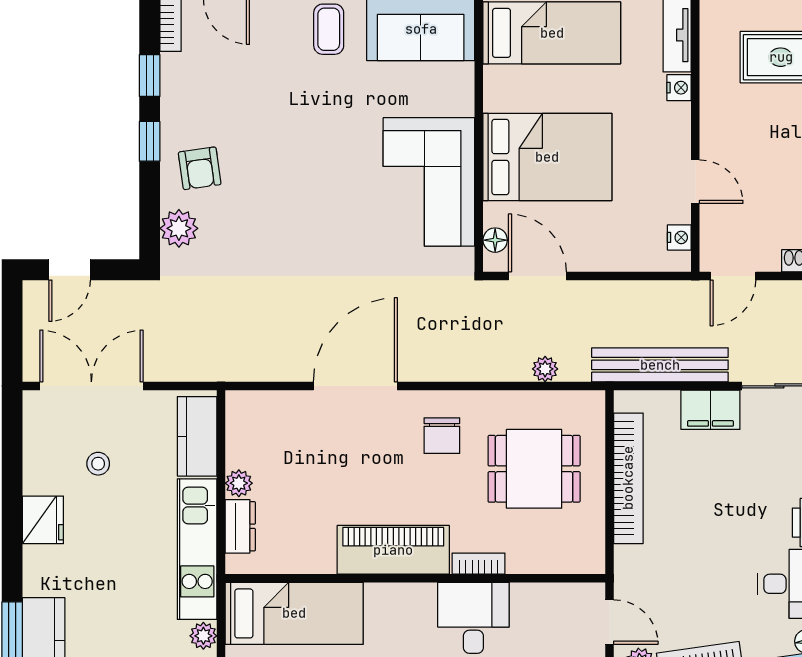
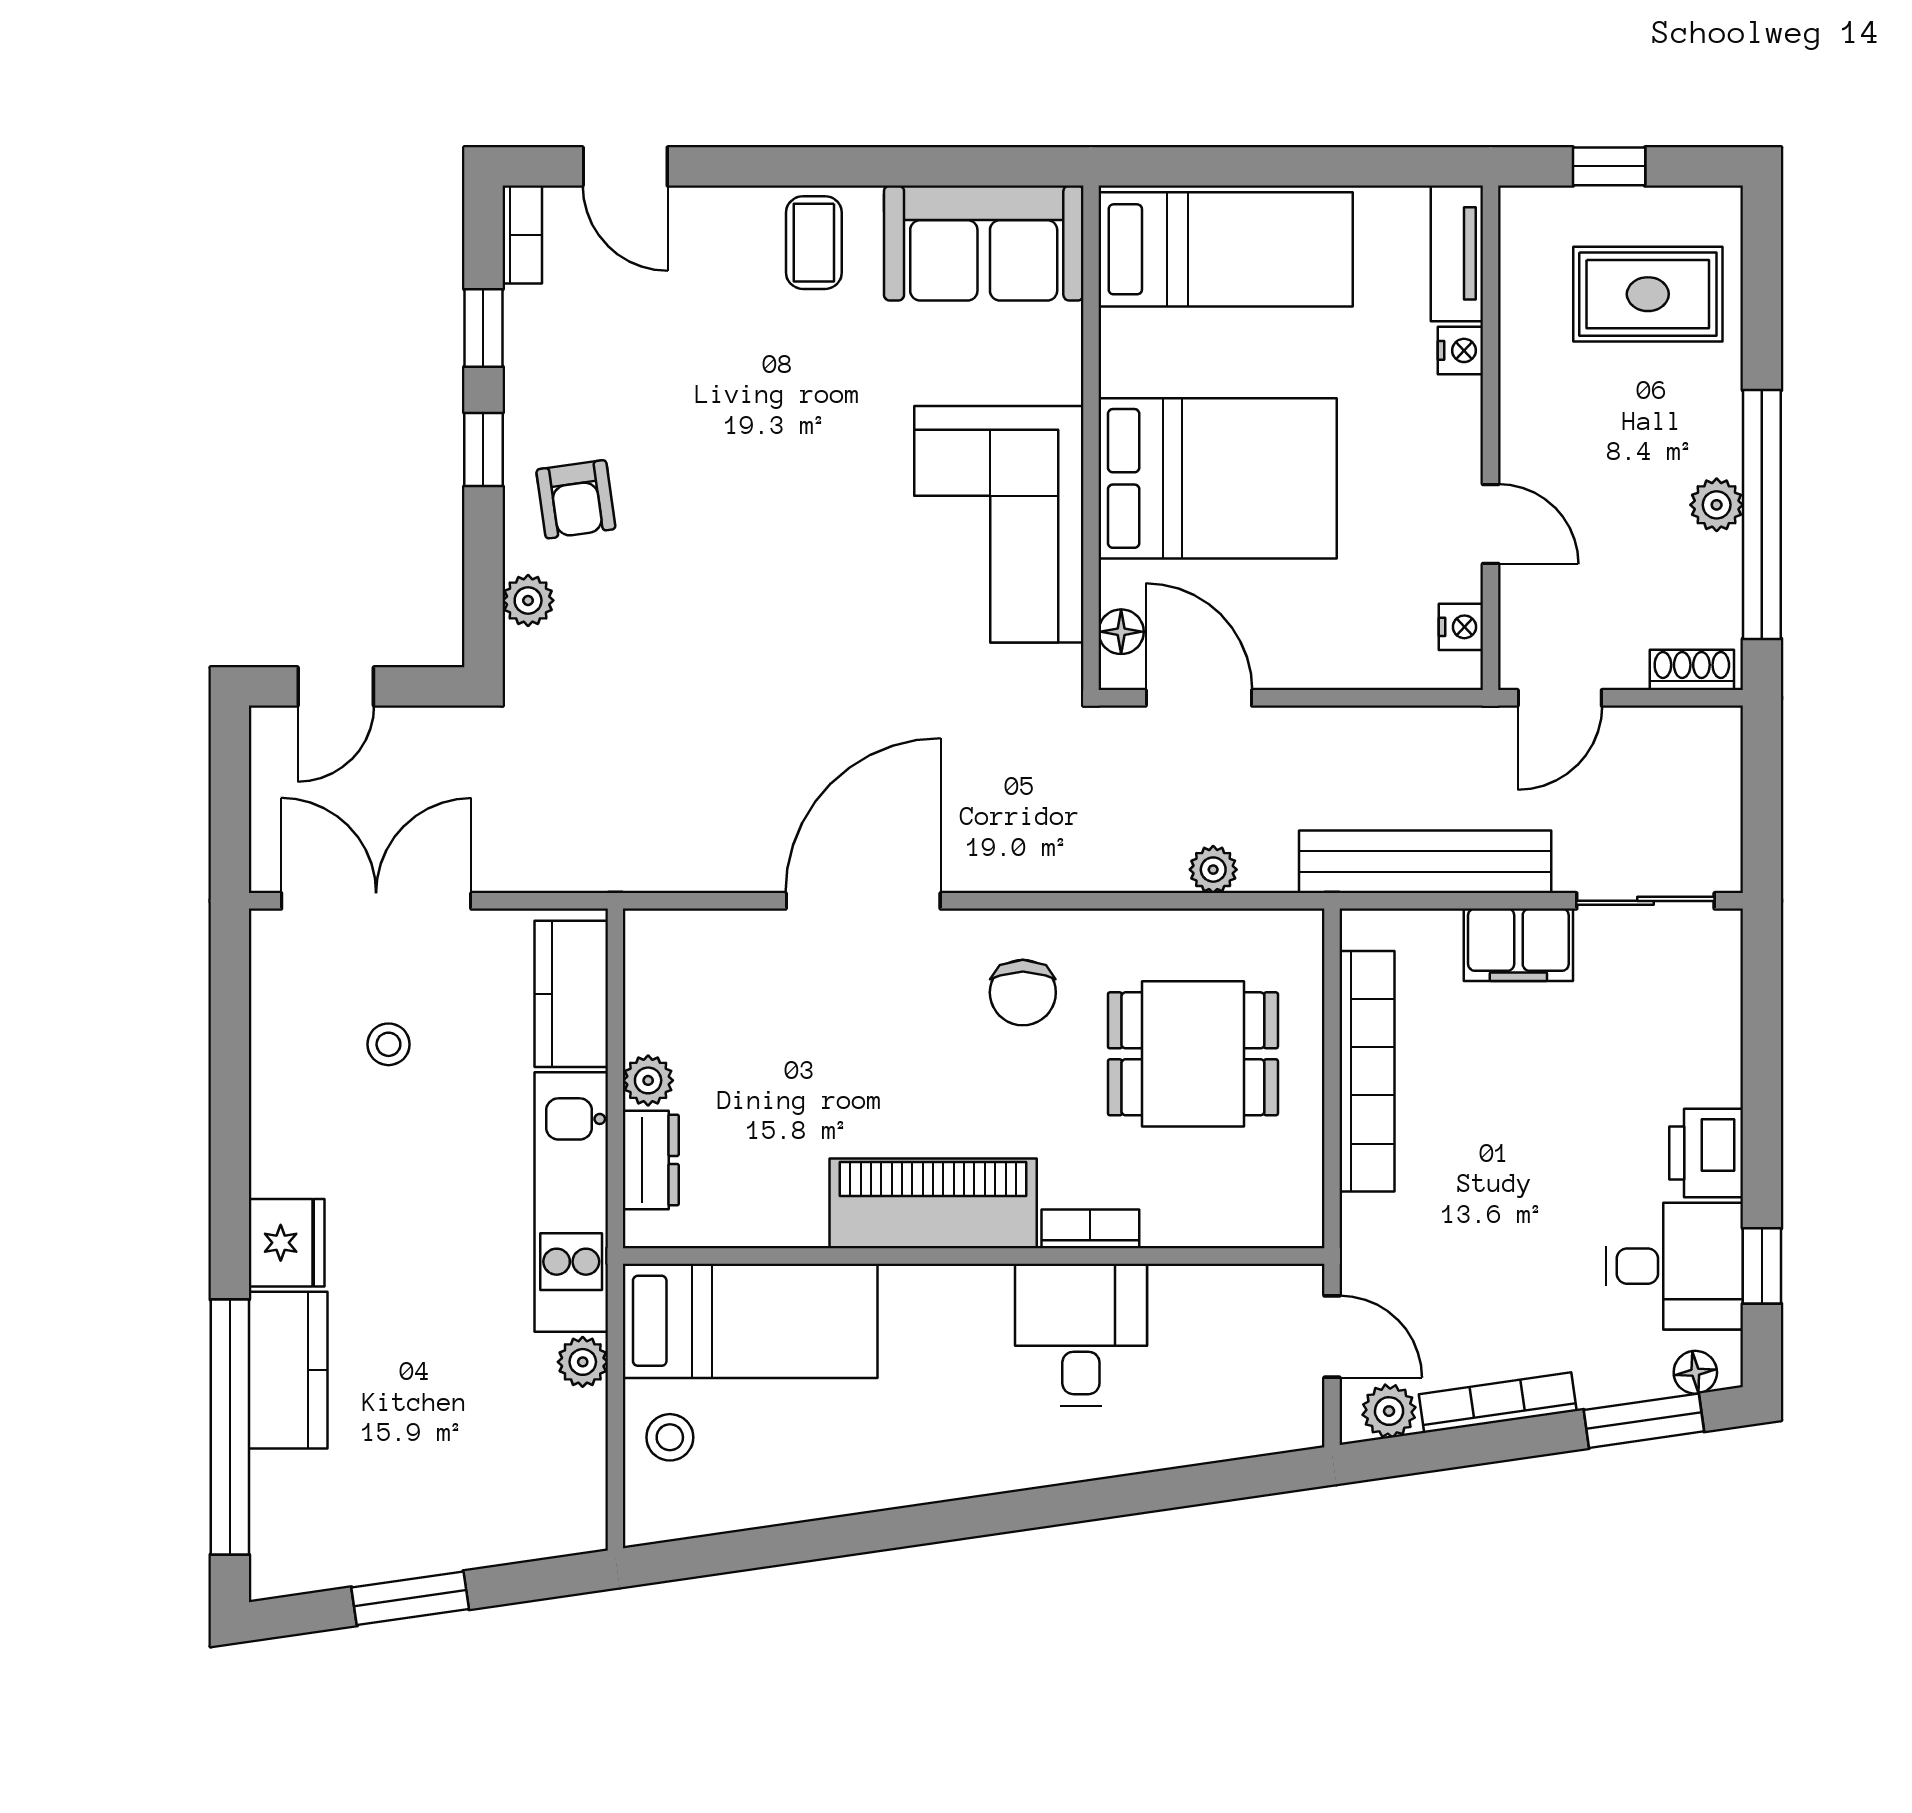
plant: (179, 228) -> (528, 600), width x0.73, depth x0.73
fridge: (43, 520) -> (287, 1243), moved

